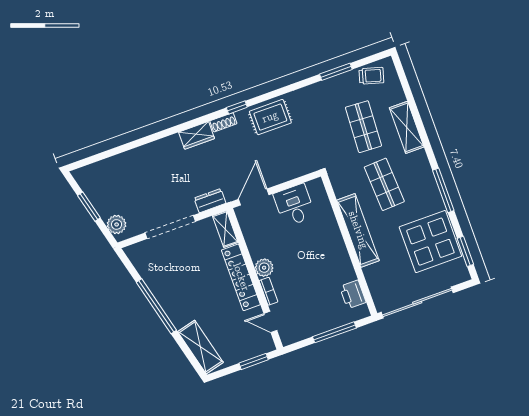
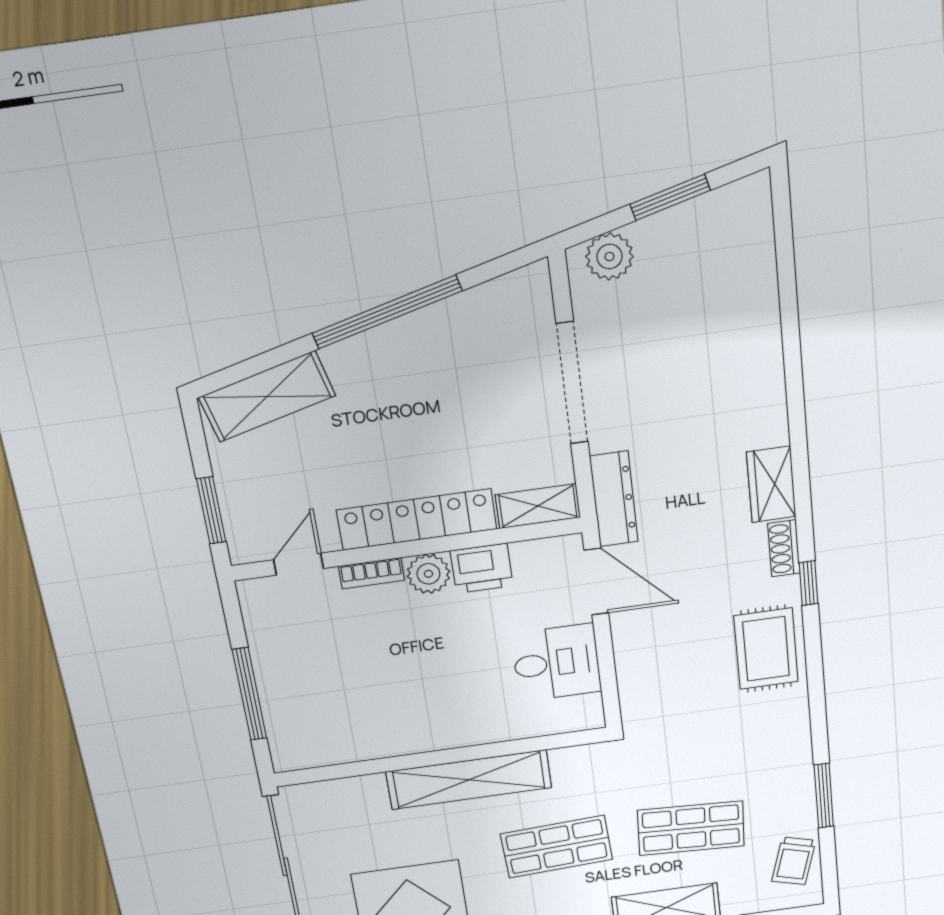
dresser: (210, 201) -> (614, 499), width x1.44
printer: (353, 294) -> (482, 568), moved, turned 180

